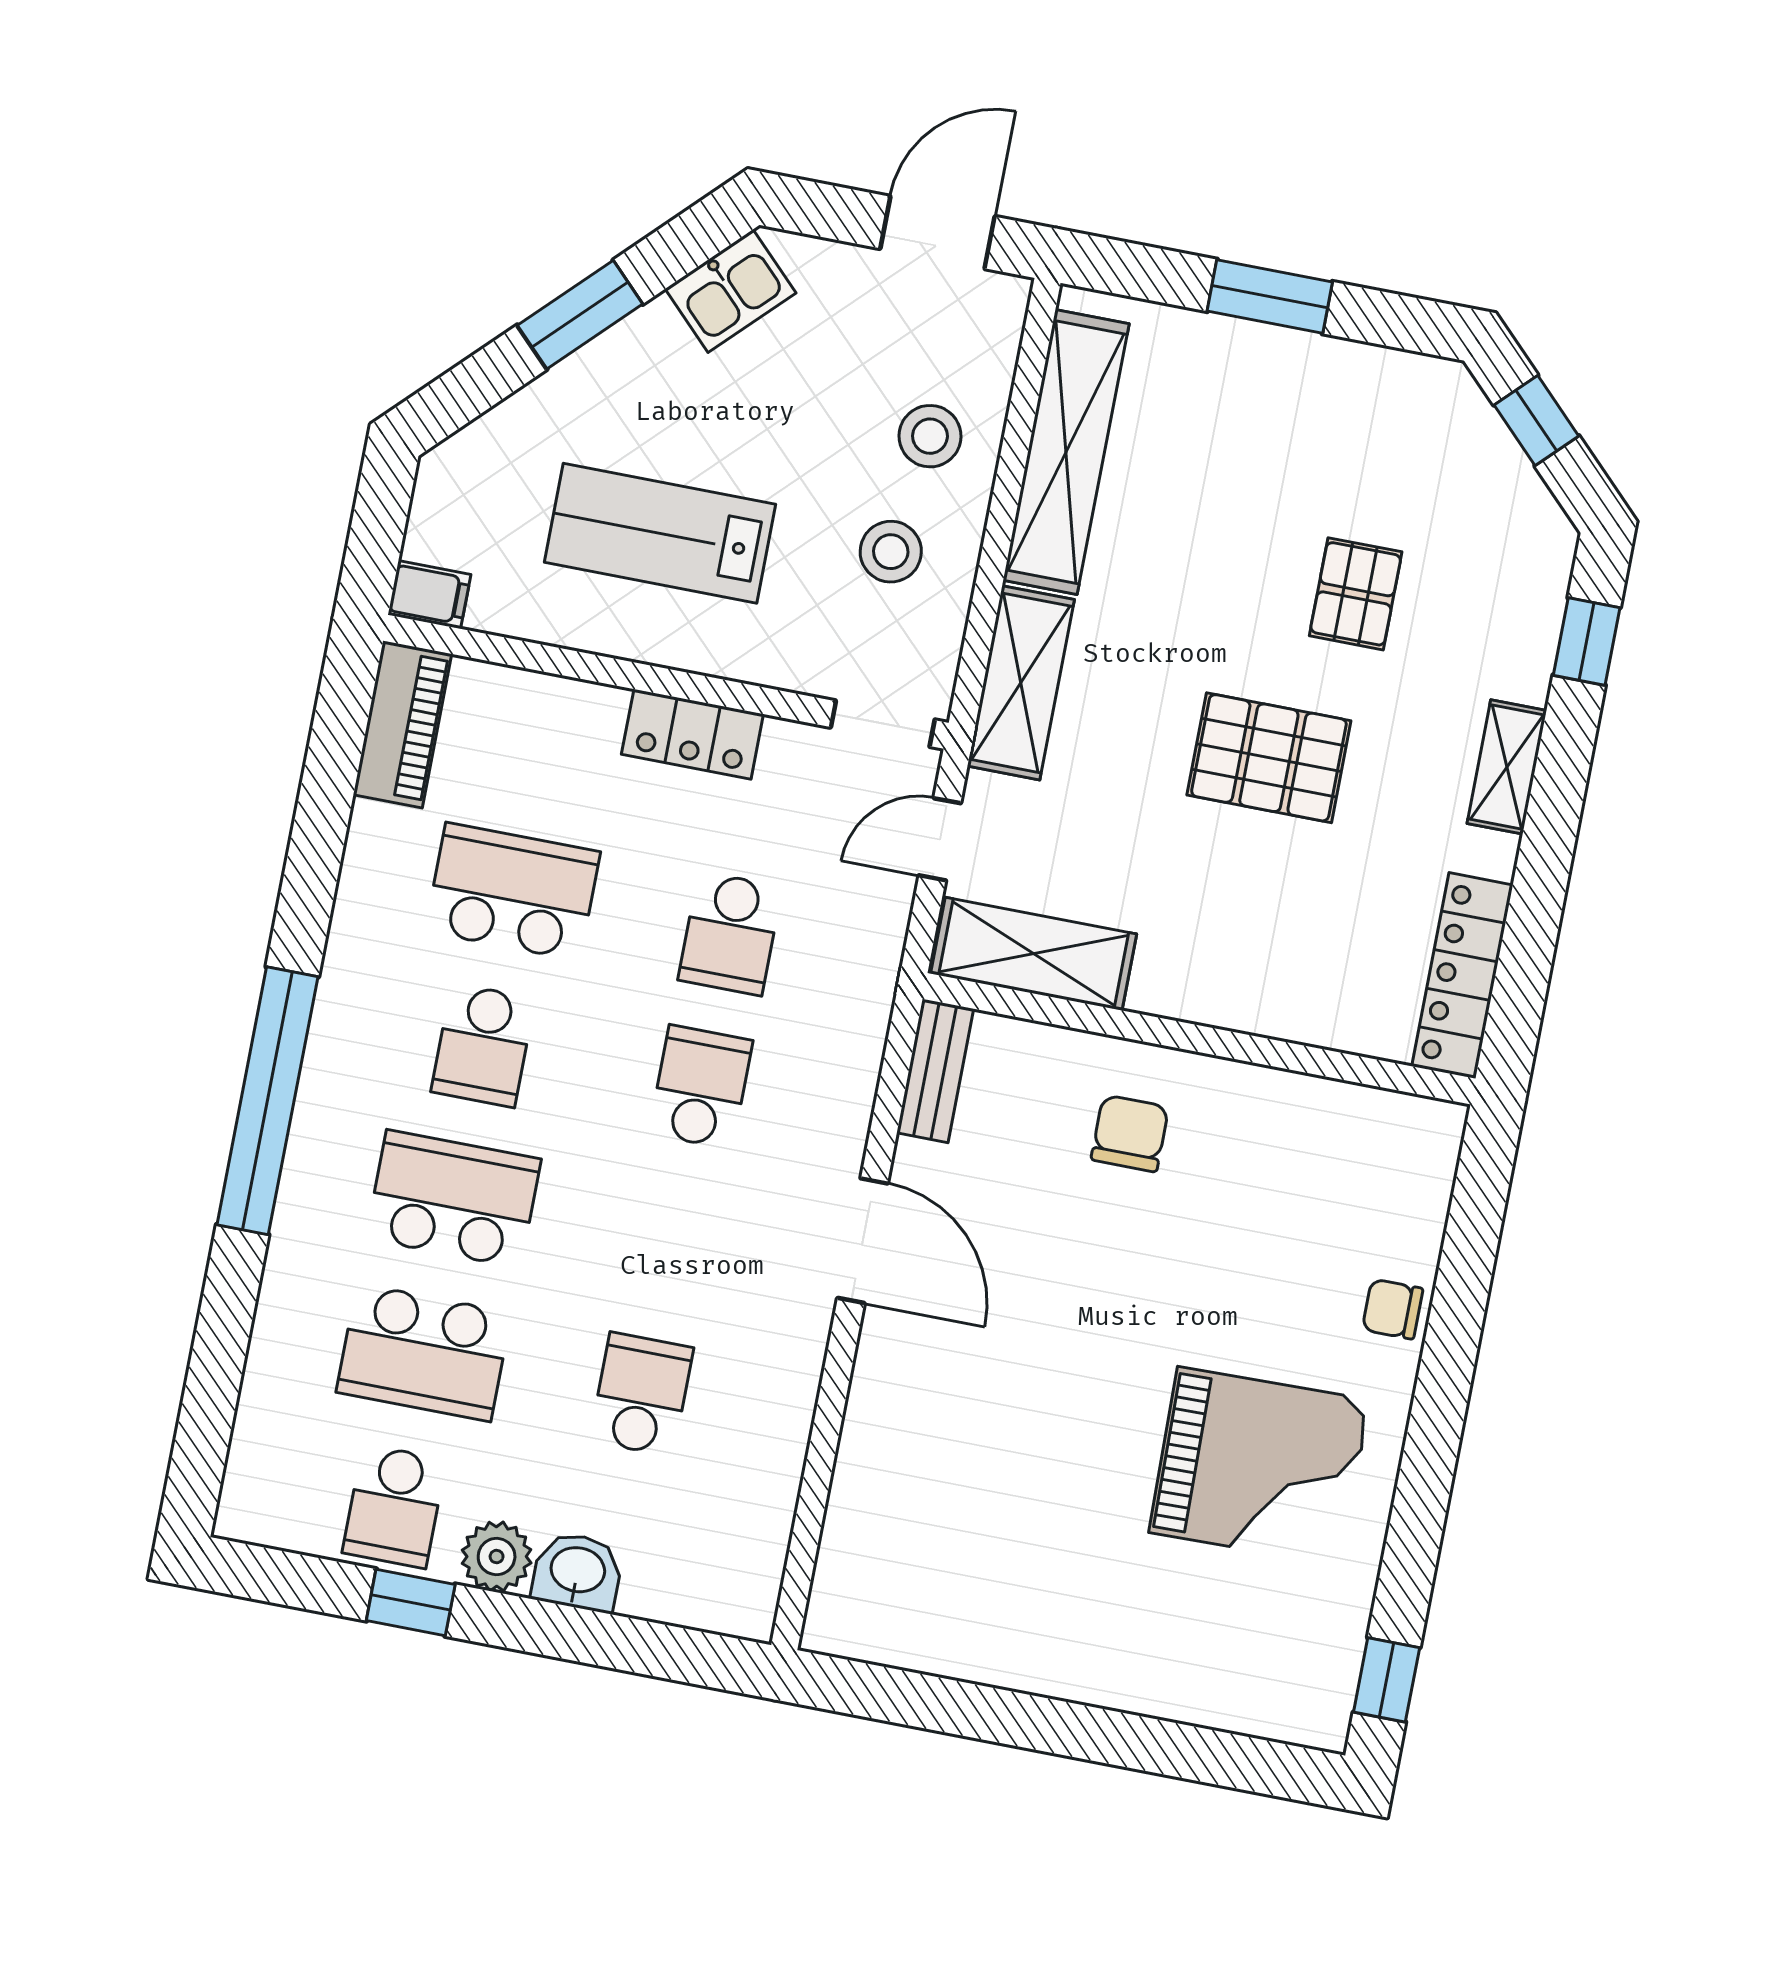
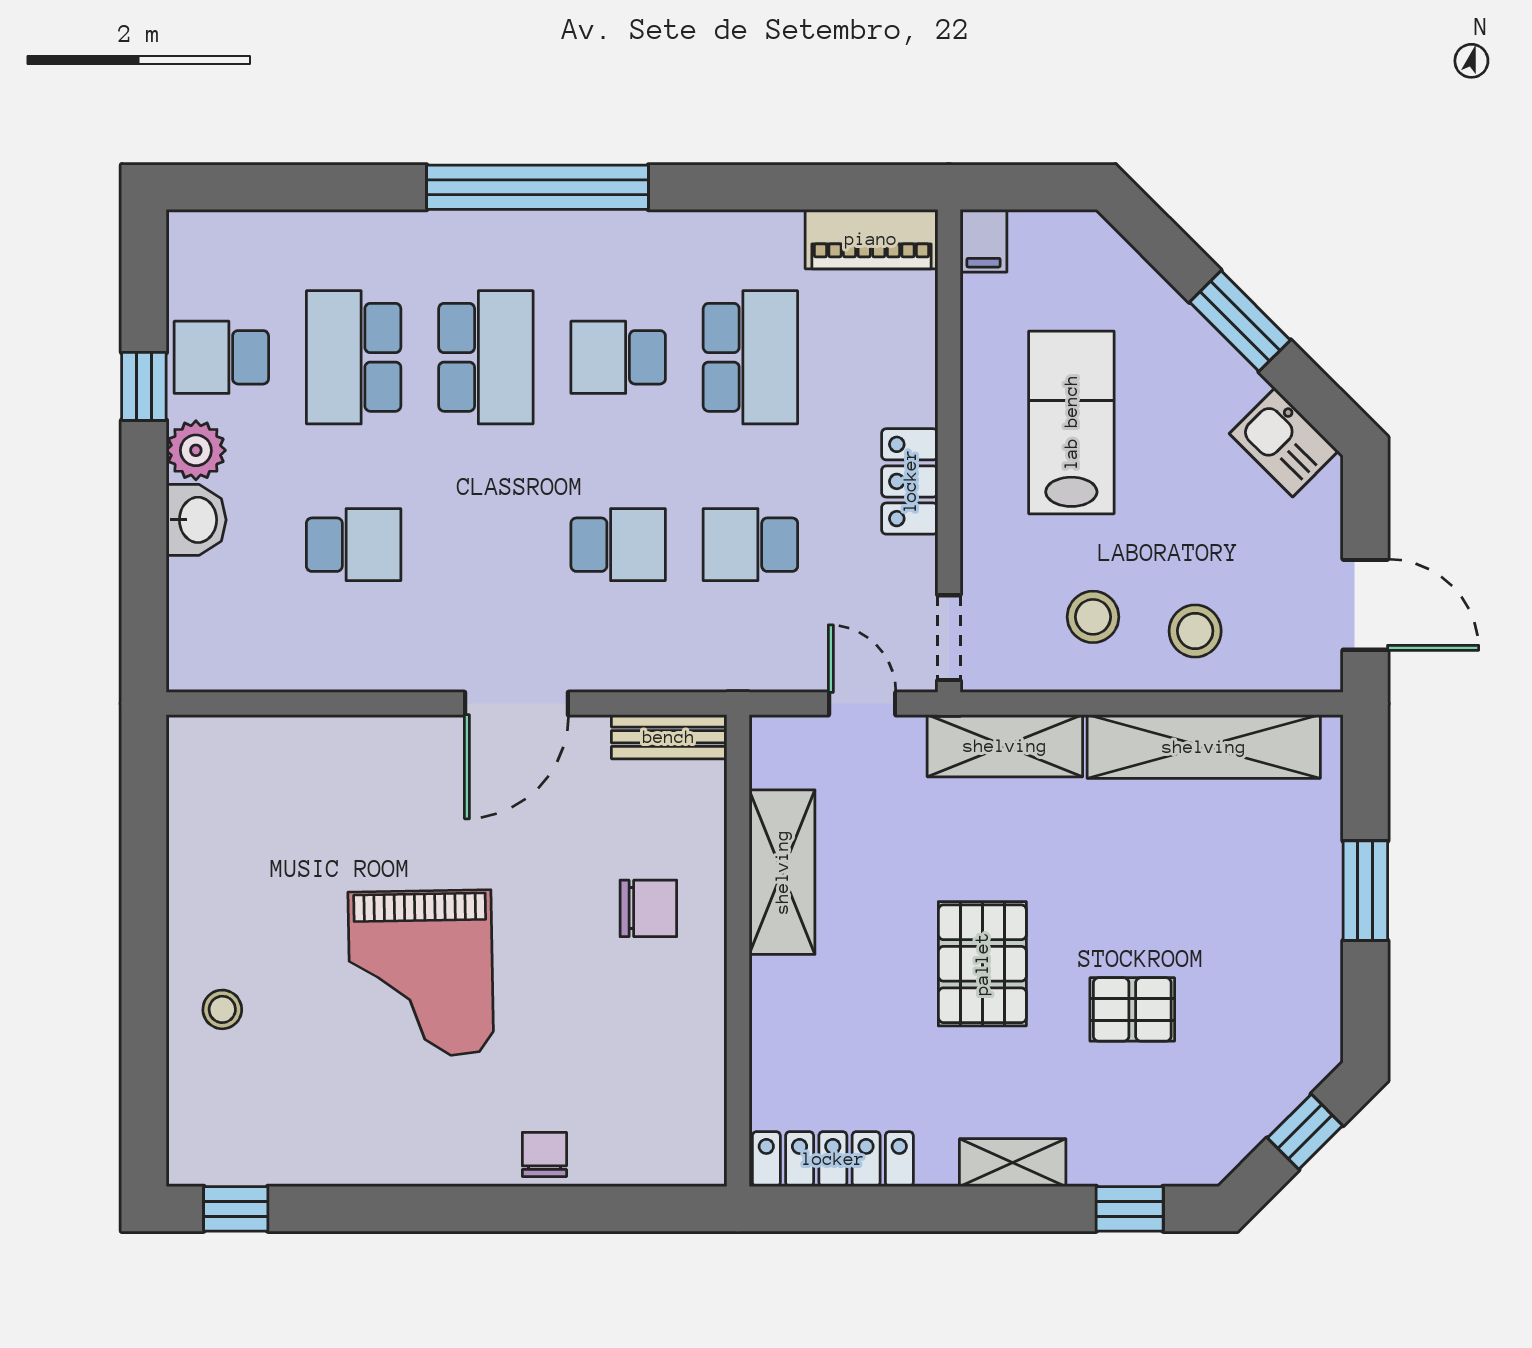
shelving: (1034, 954) -> (782, 872), moved
grand piano: (1259, 1466) -> (421, 973), moved
stool: (1152, 1651) -> (222, 1009), added

